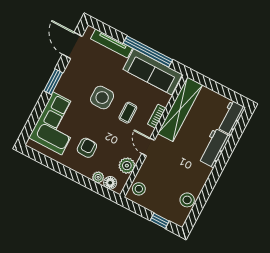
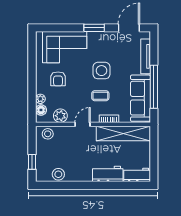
armchair: (87, 148) -> (58, 79), turned 90

